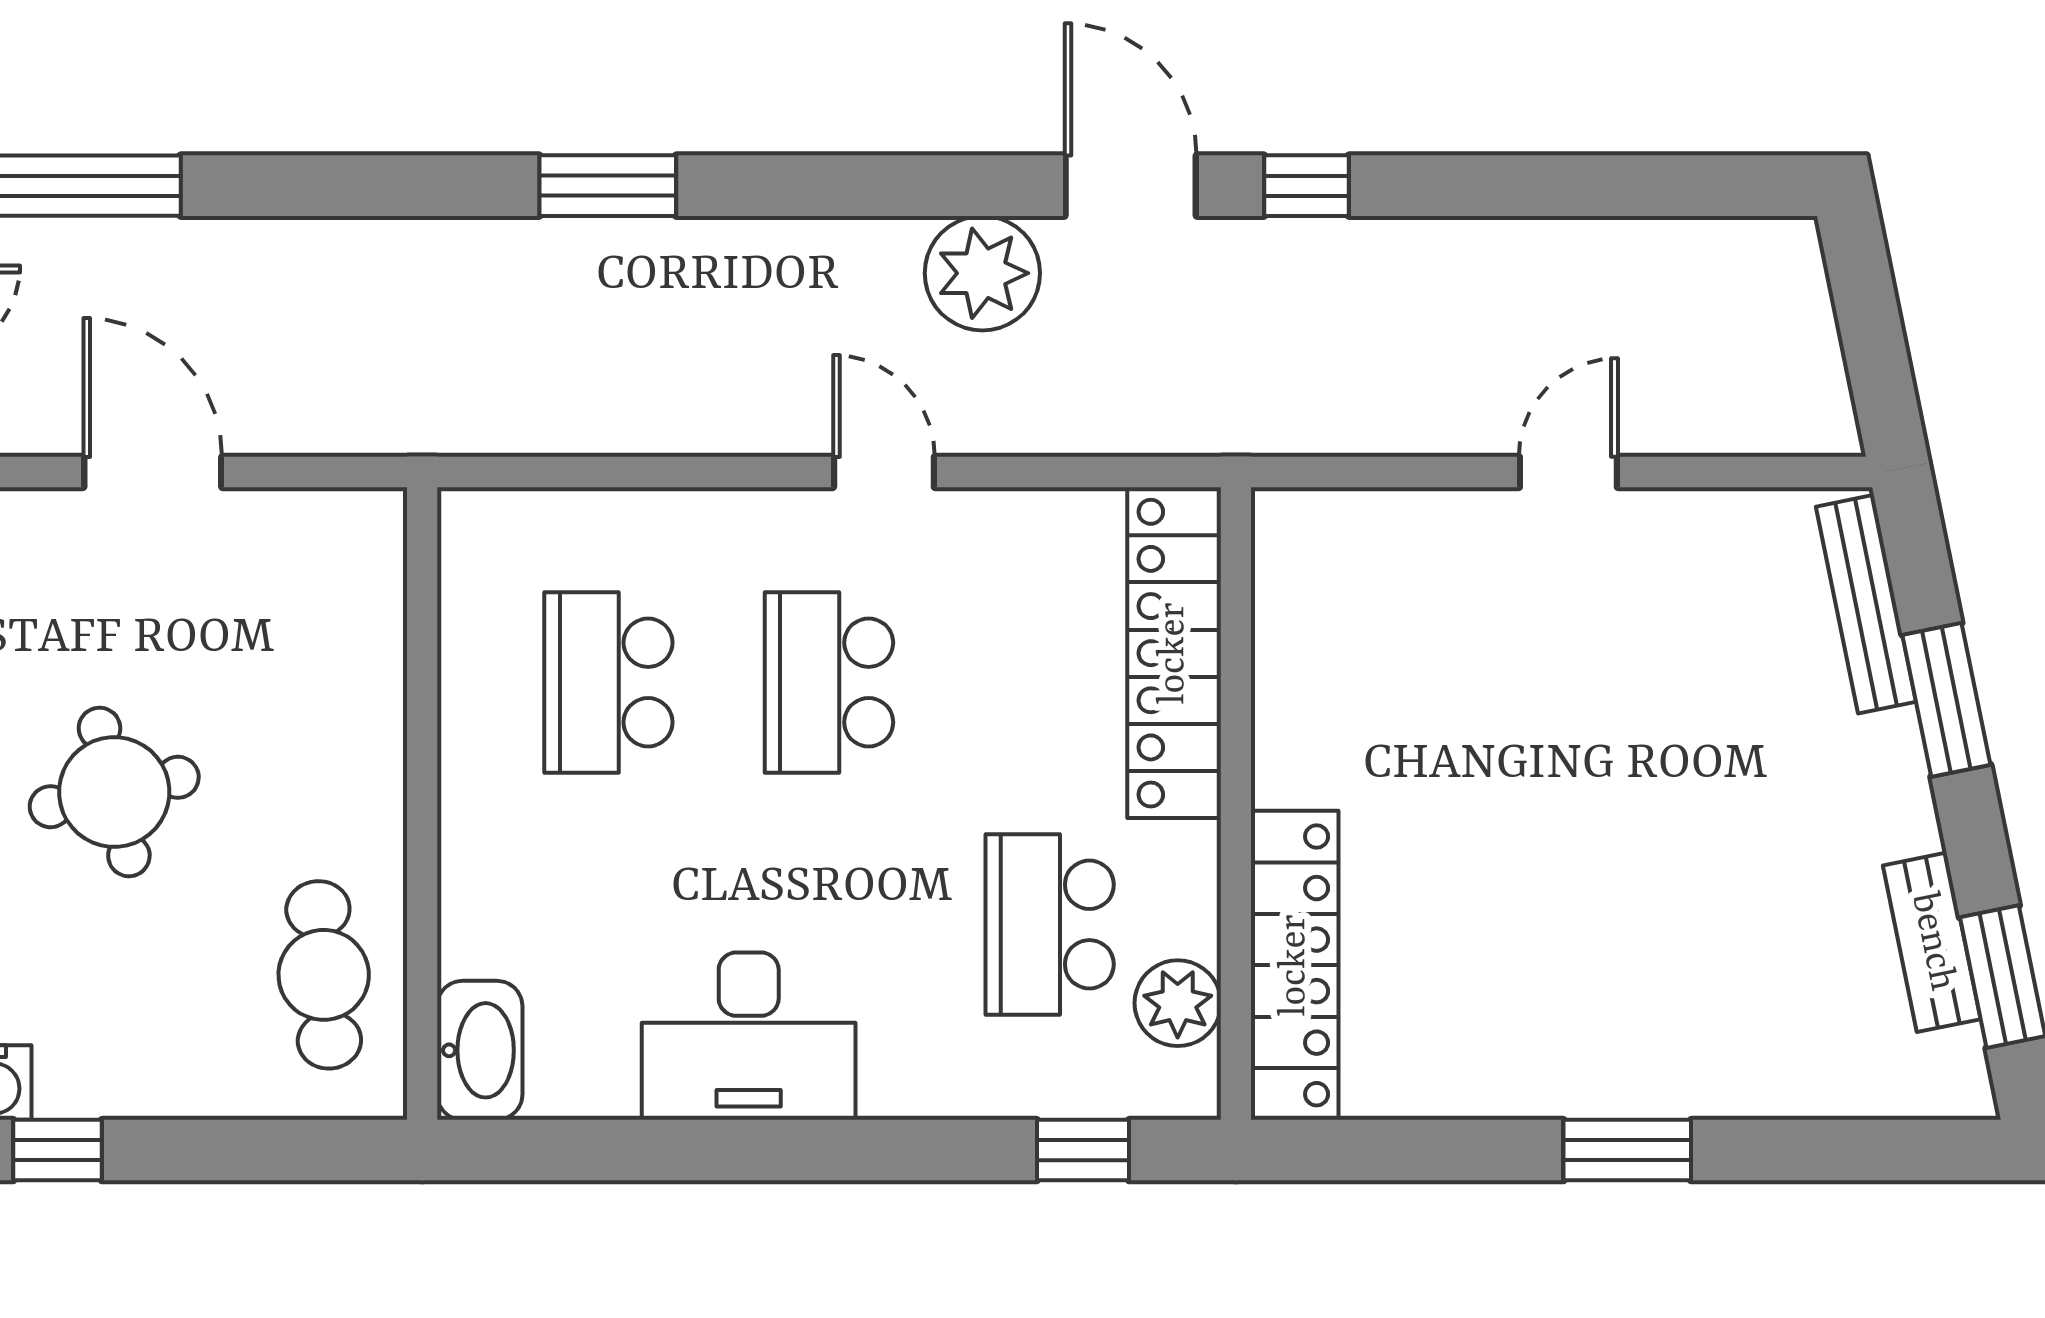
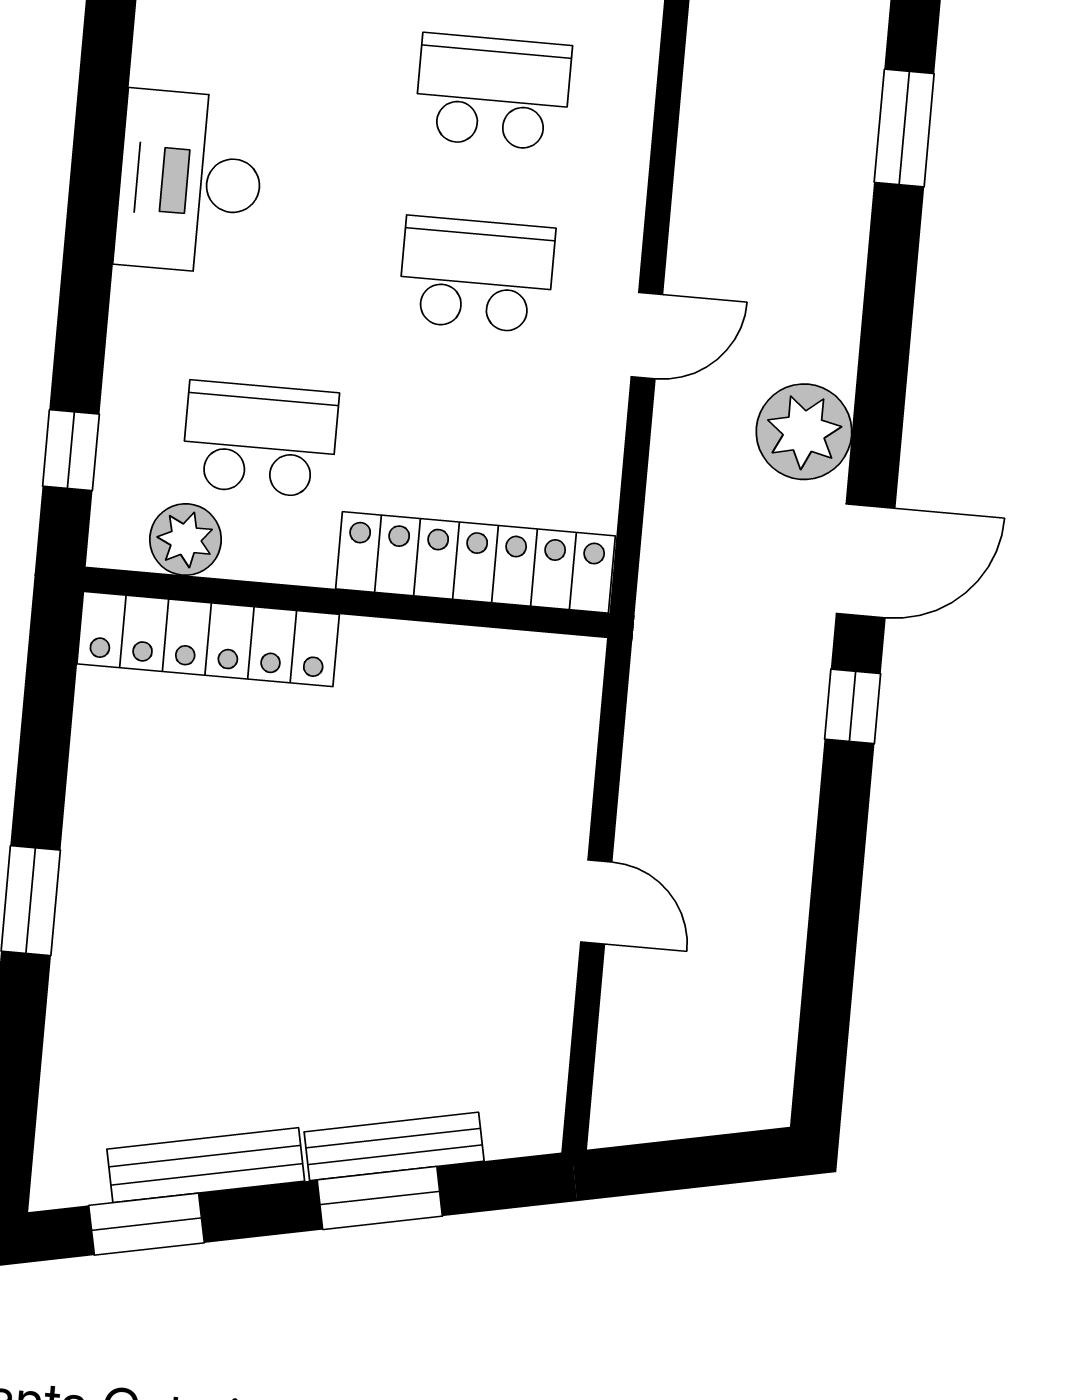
bench: (1866, 604) -> (394, 1146), moved
bench: (1932, 942) -> (206, 1165), width x1.36

